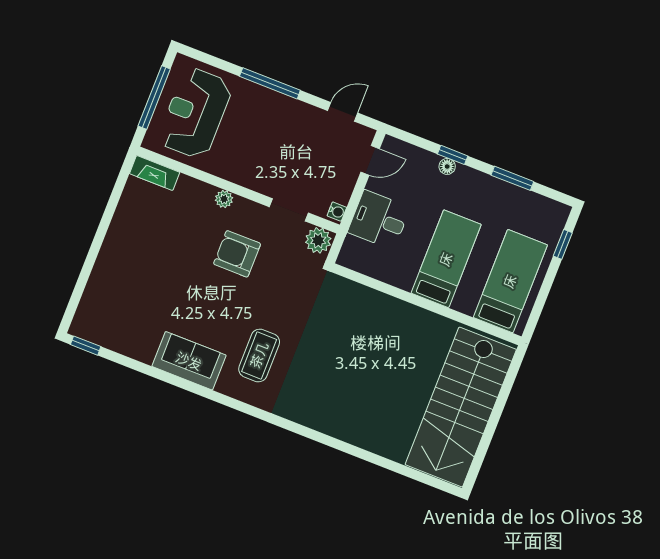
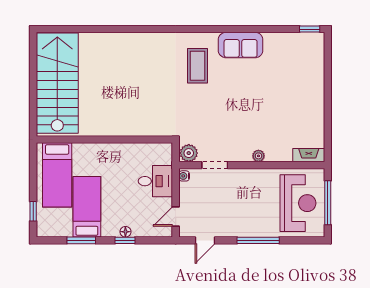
armchair: (237, 254) -> (237, 124), removed
bed: (446, 259) -> (87, 207), moved, turned 180

